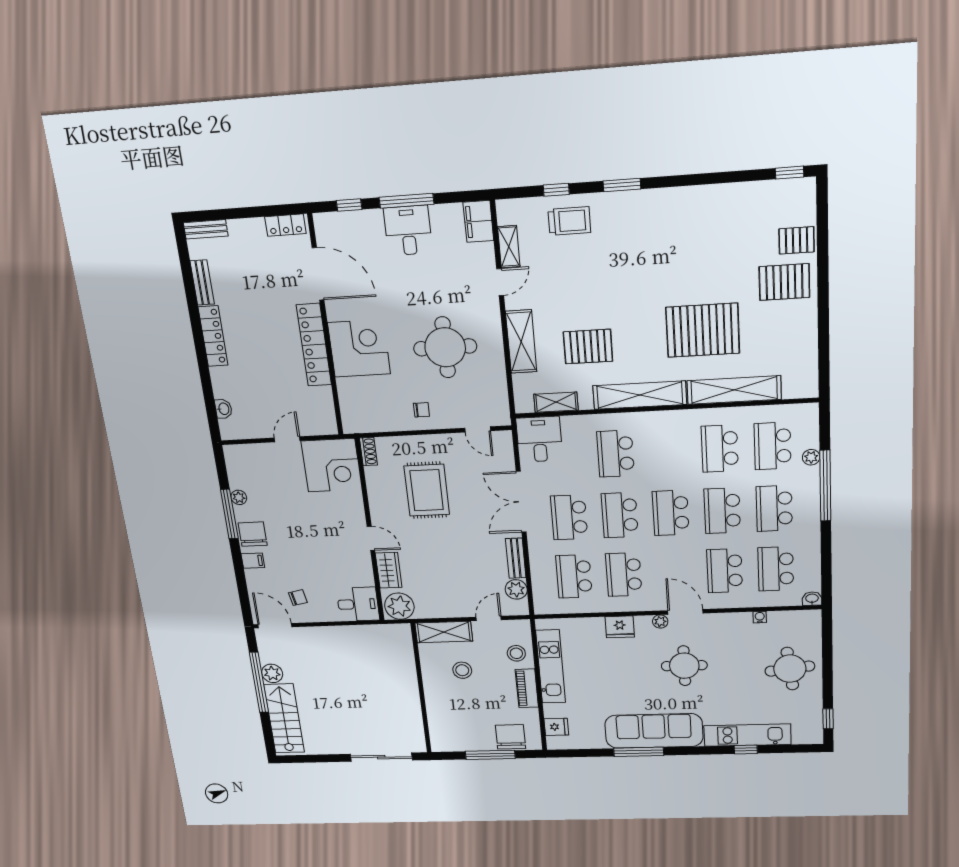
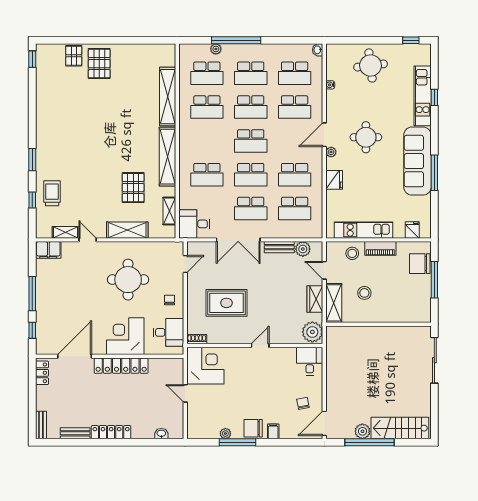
desk: (408, 230) -> (168, 332), moved, turned 180
pallet: (703, 330) -> (127, 115), removed
wardrobe: (389, 570) -> (315, 299), moved, turned -90

